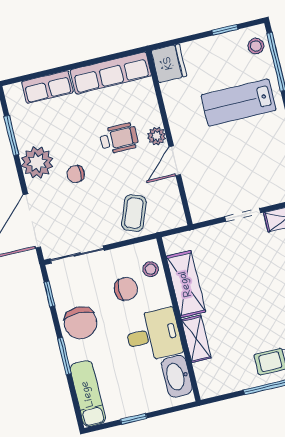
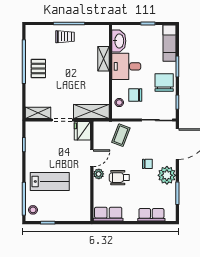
fridge: (169, 63) -> (82, 131), moved
row of seats: (111, 73) -> (108, 214), width x0.68
shelving: (186, 284) -> (91, 111), moved, turned 90

